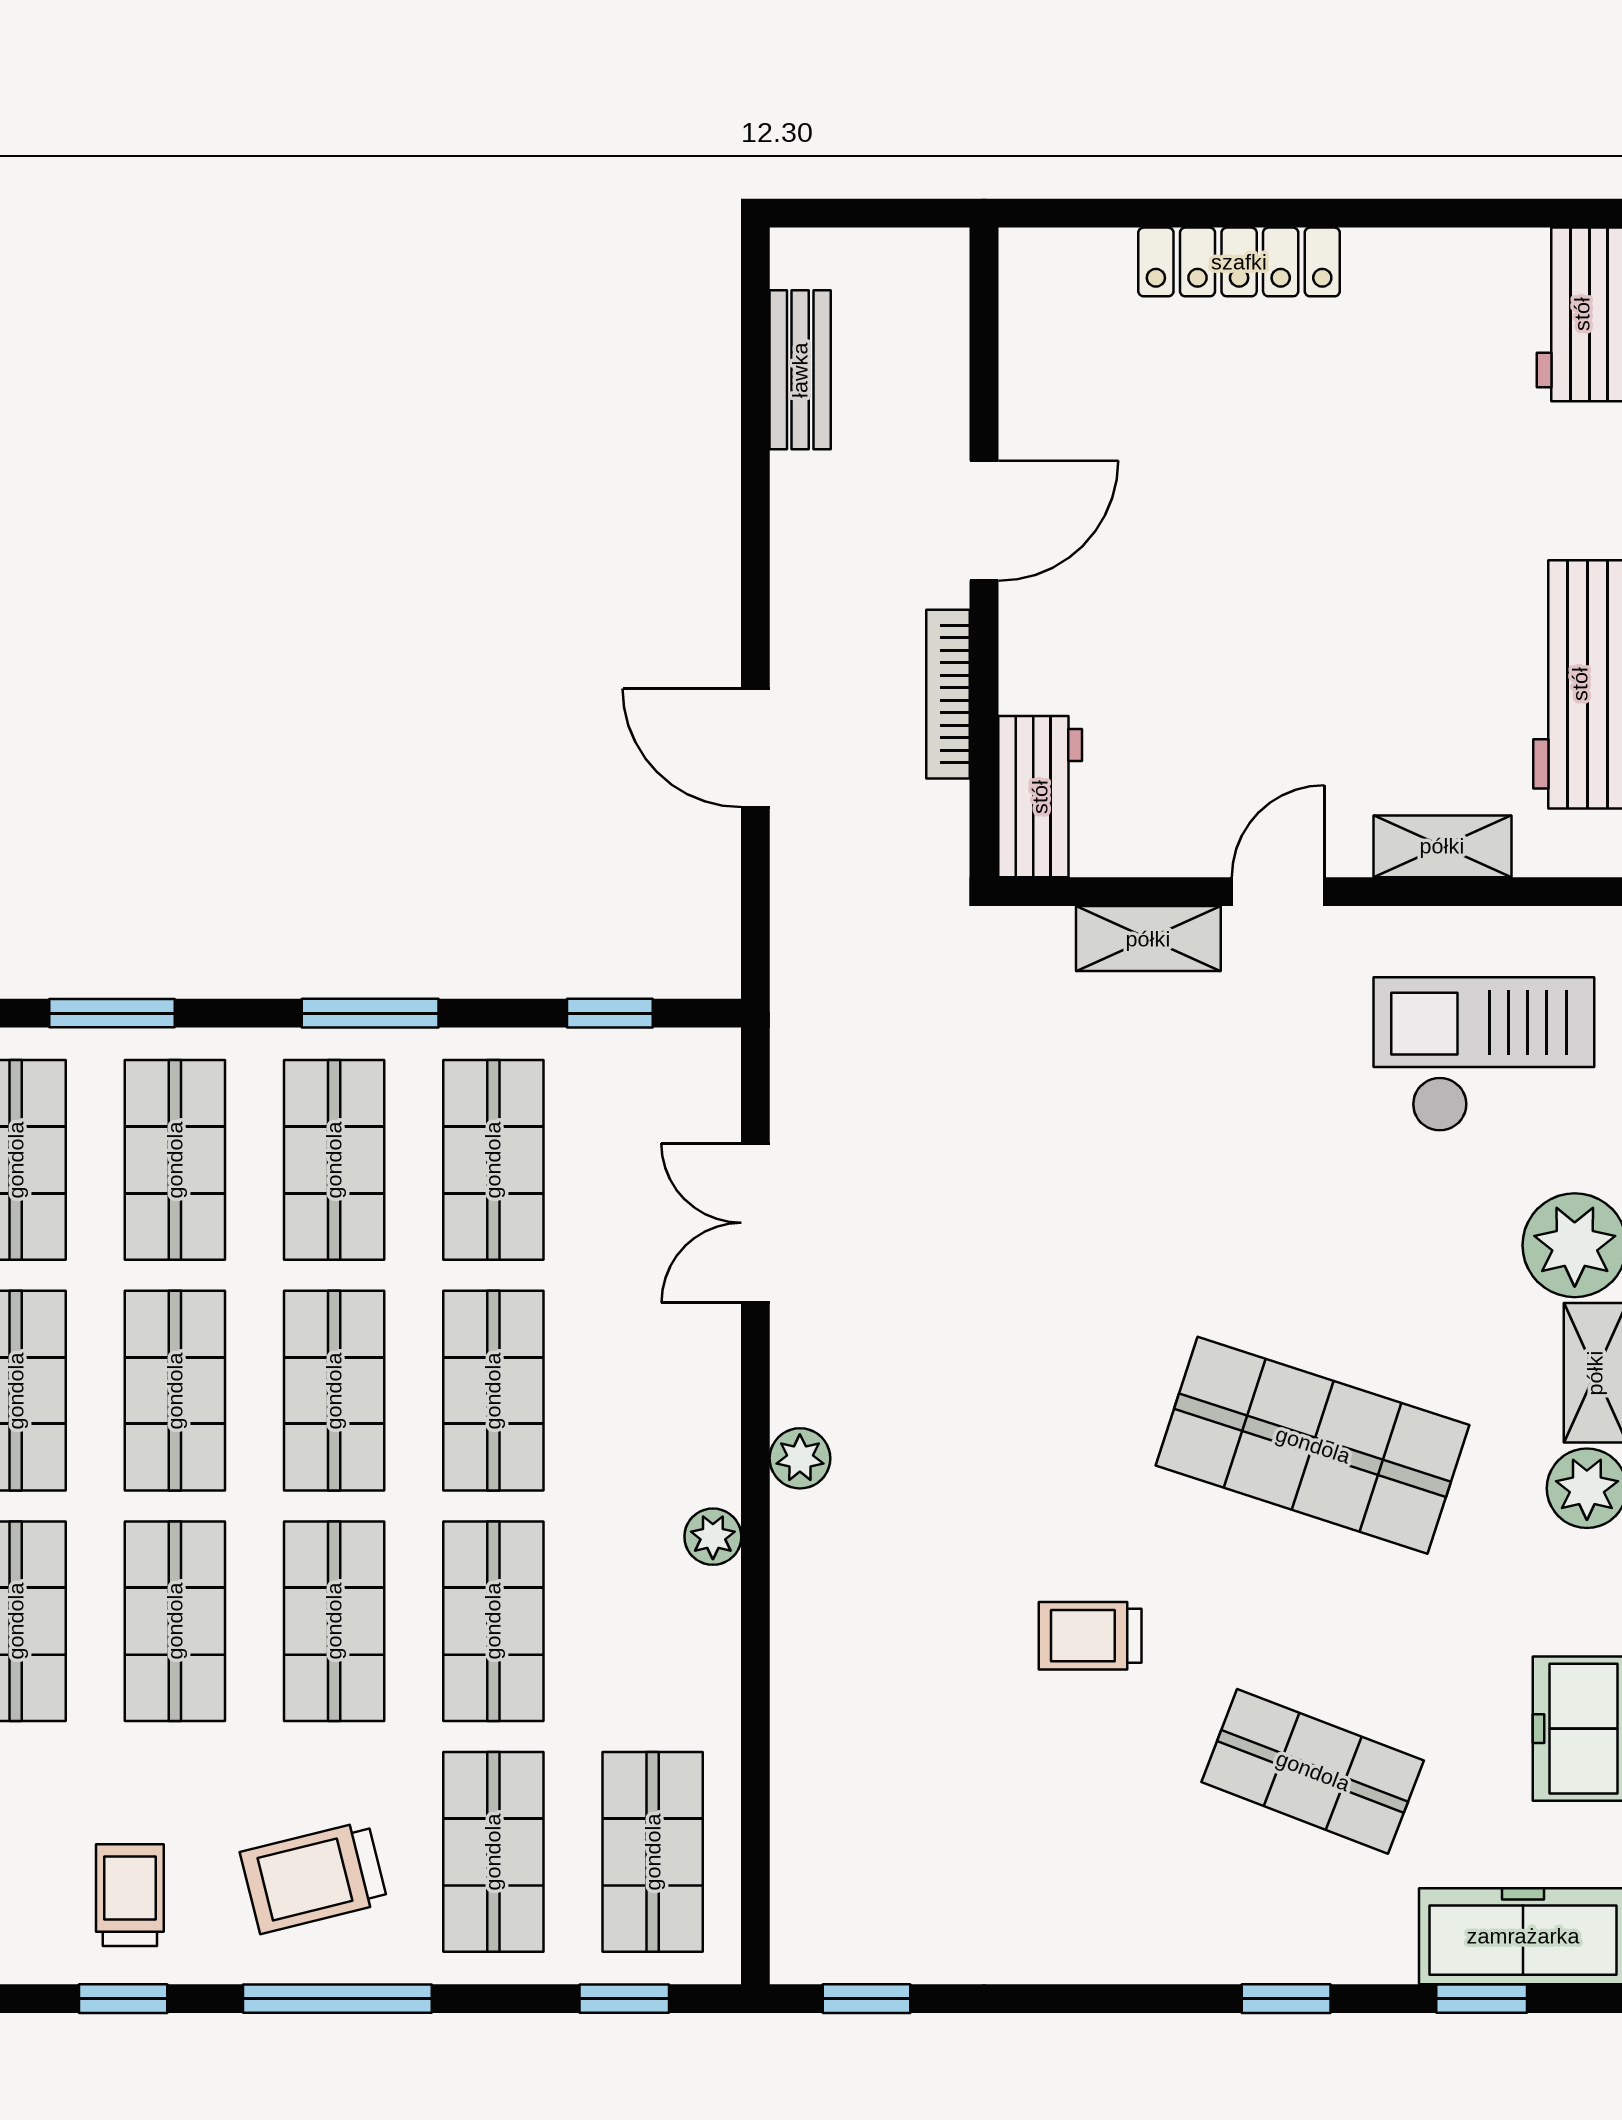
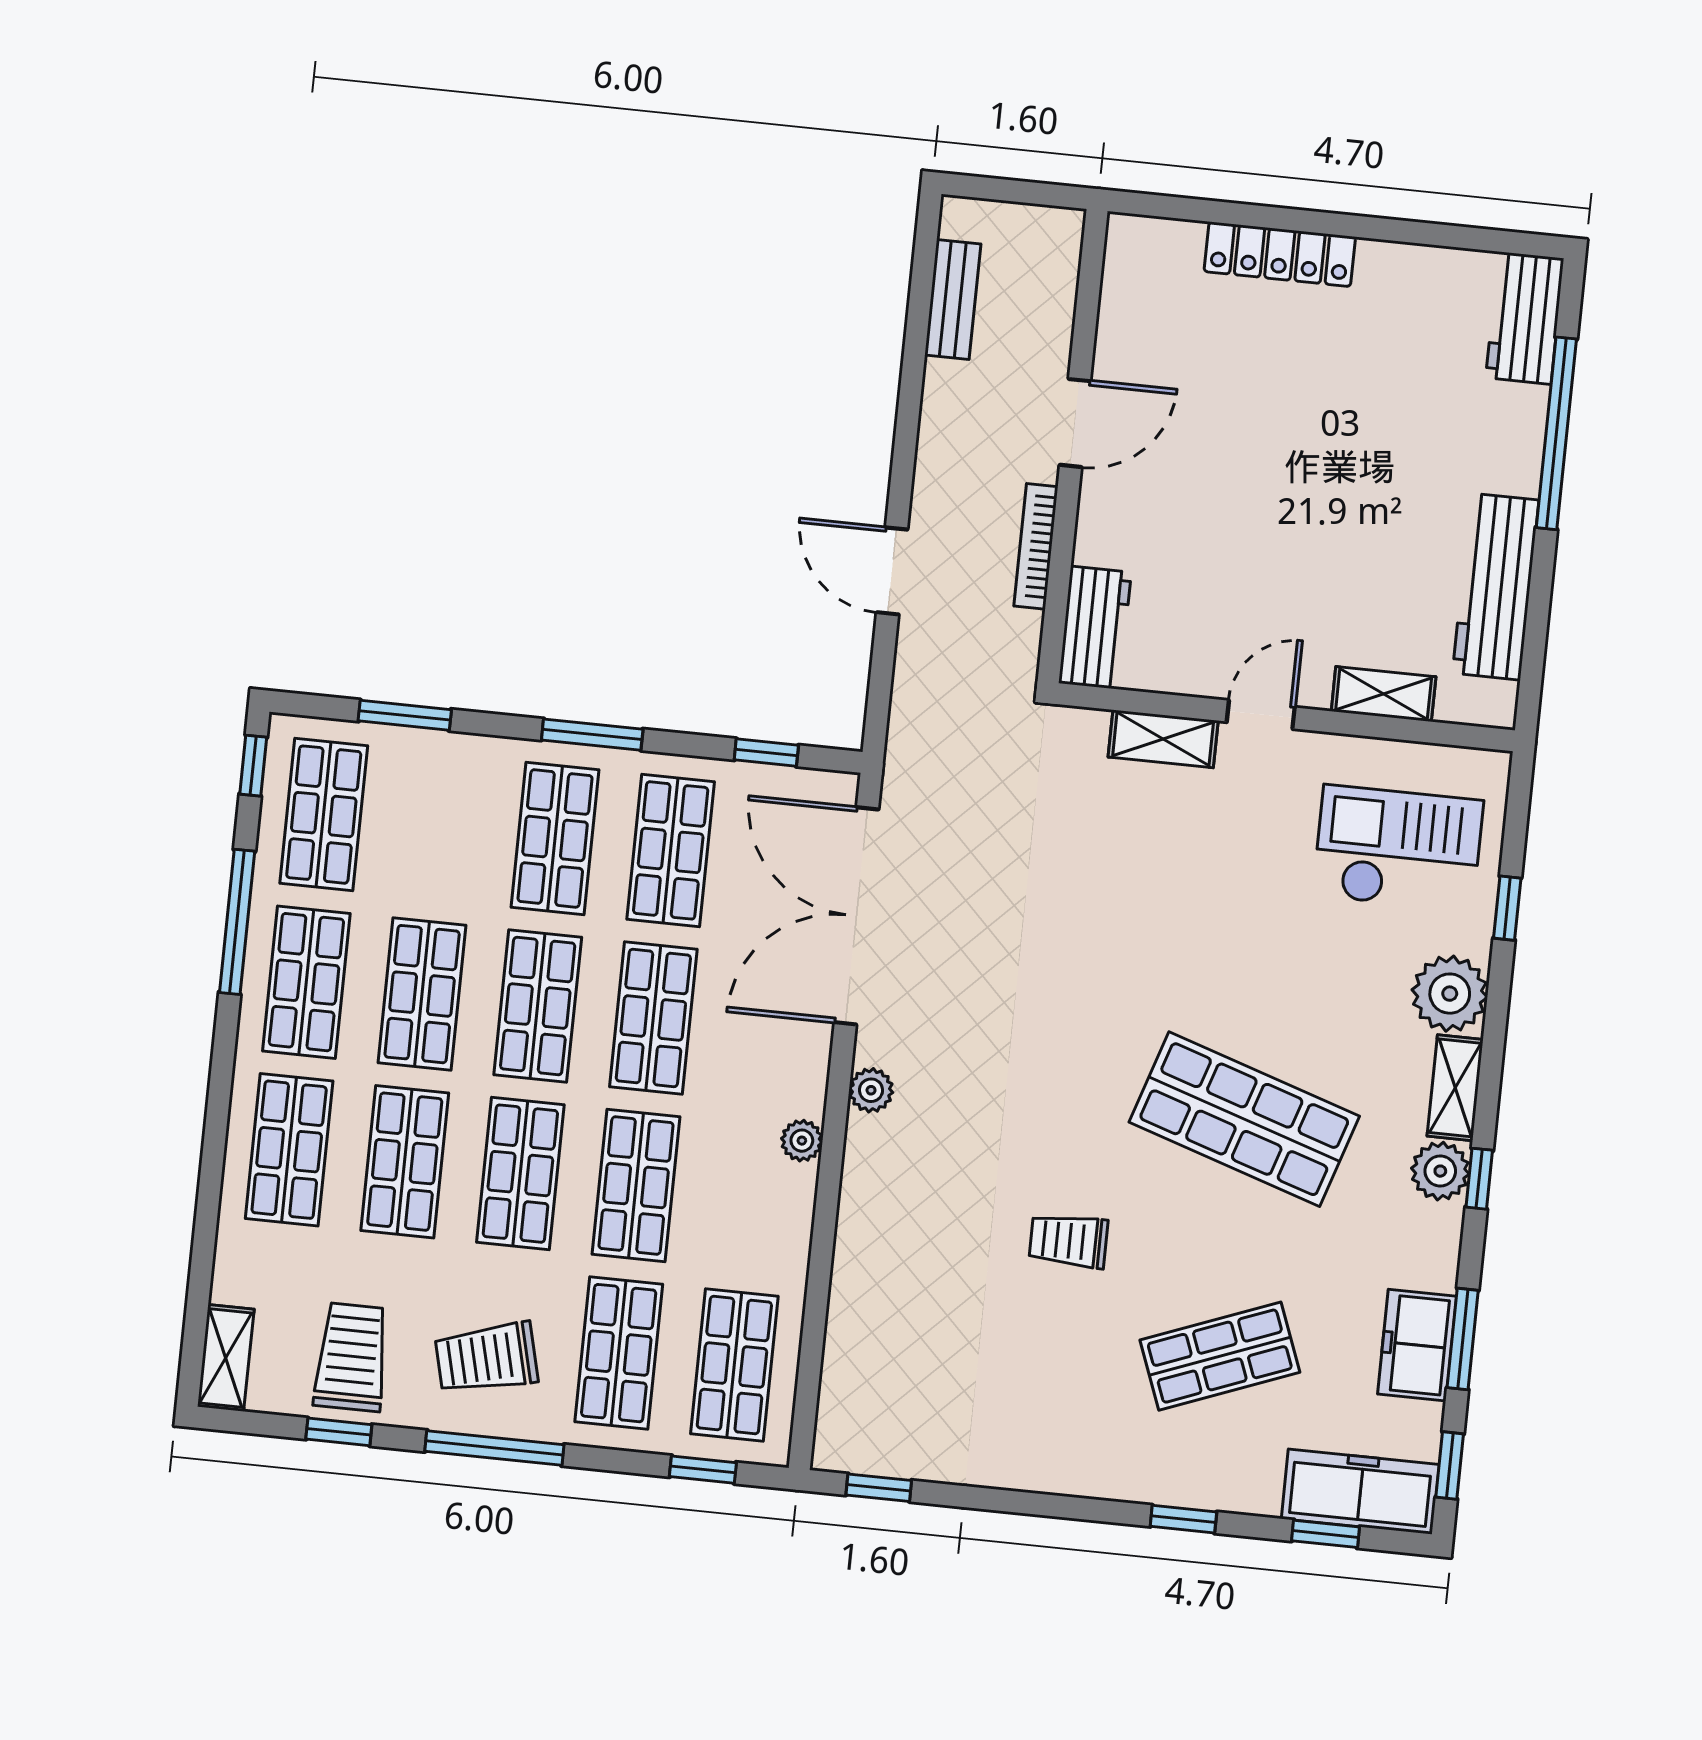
shop shelf: (175, 1160) -> (439, 827), removed
double door: (755, 1223) -> (856, 916), width x1.87
shop shelf: (1313, 1771) -> (1220, 1356), turned -42
trolley: (130, 1895) -> (352, 1357), width x1.36, depth x1.39

